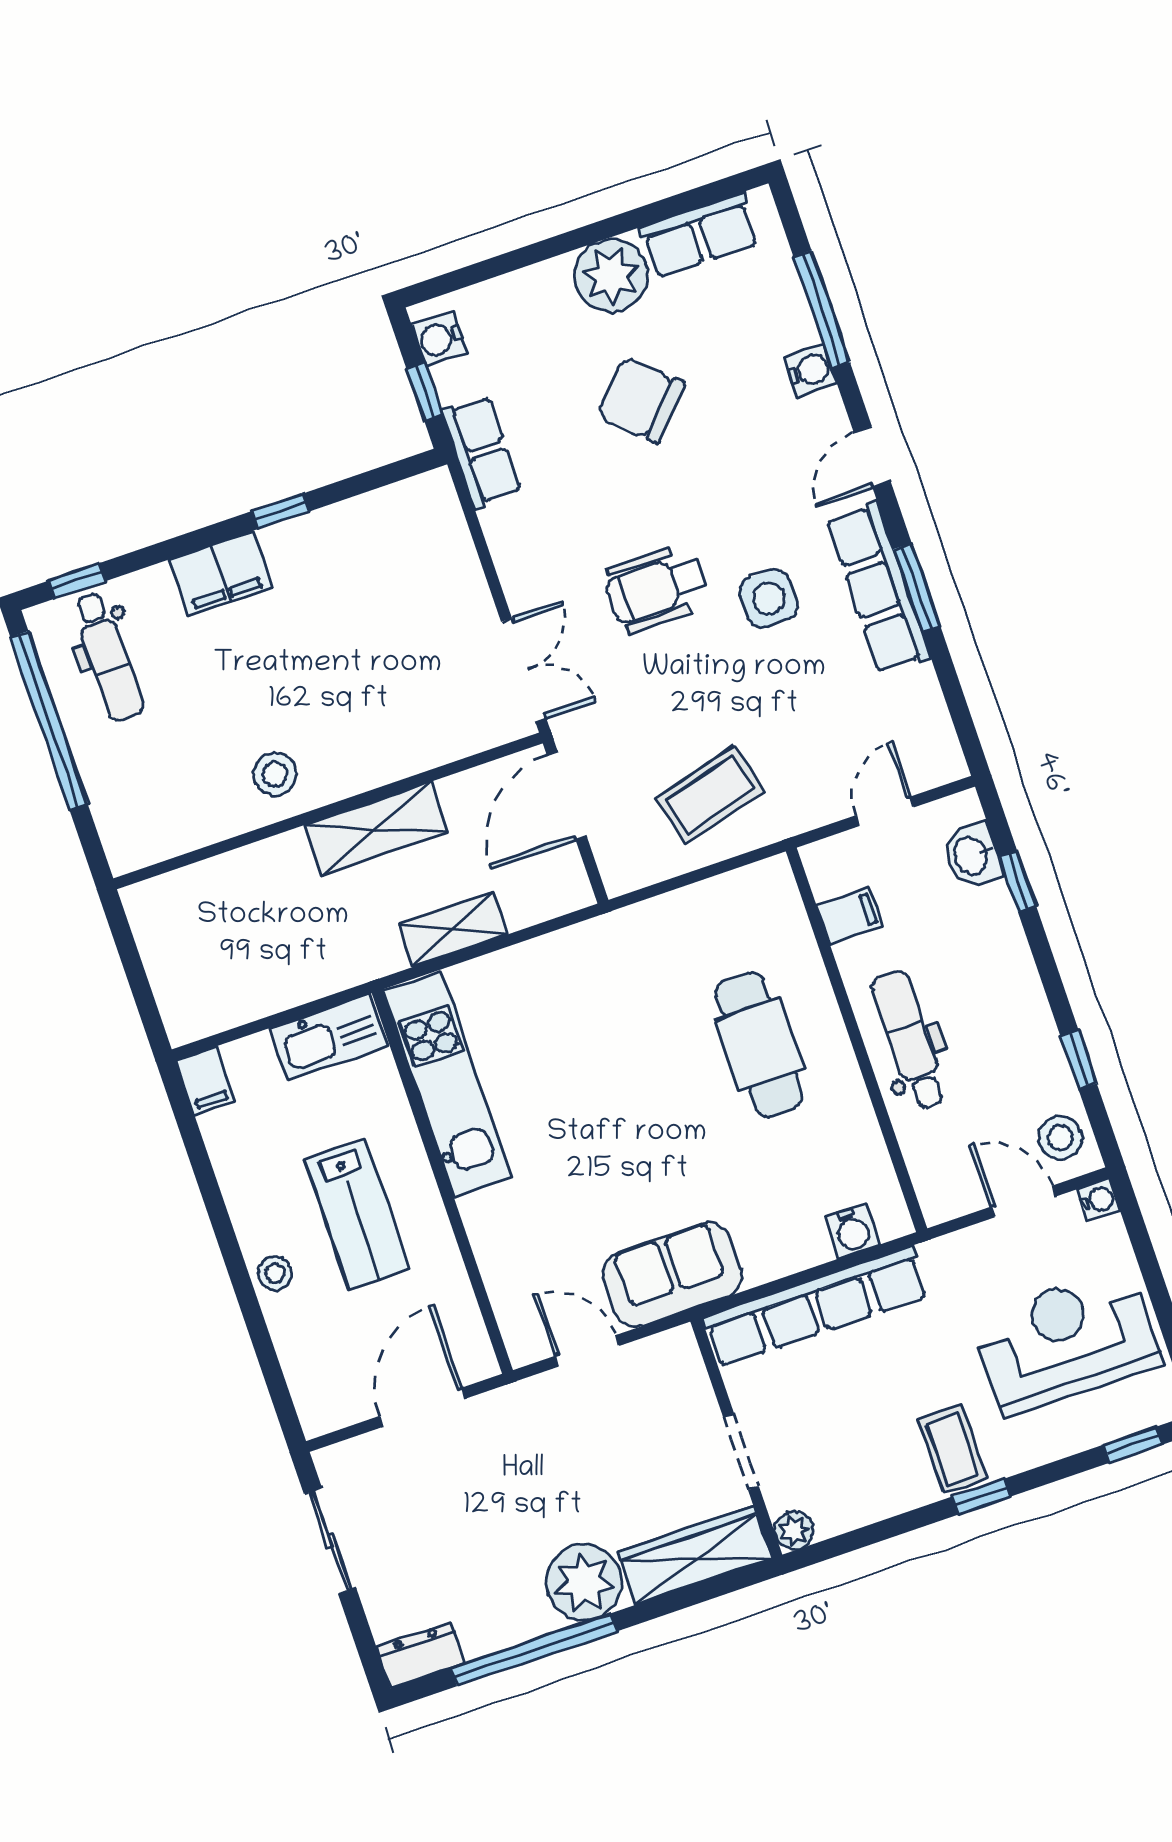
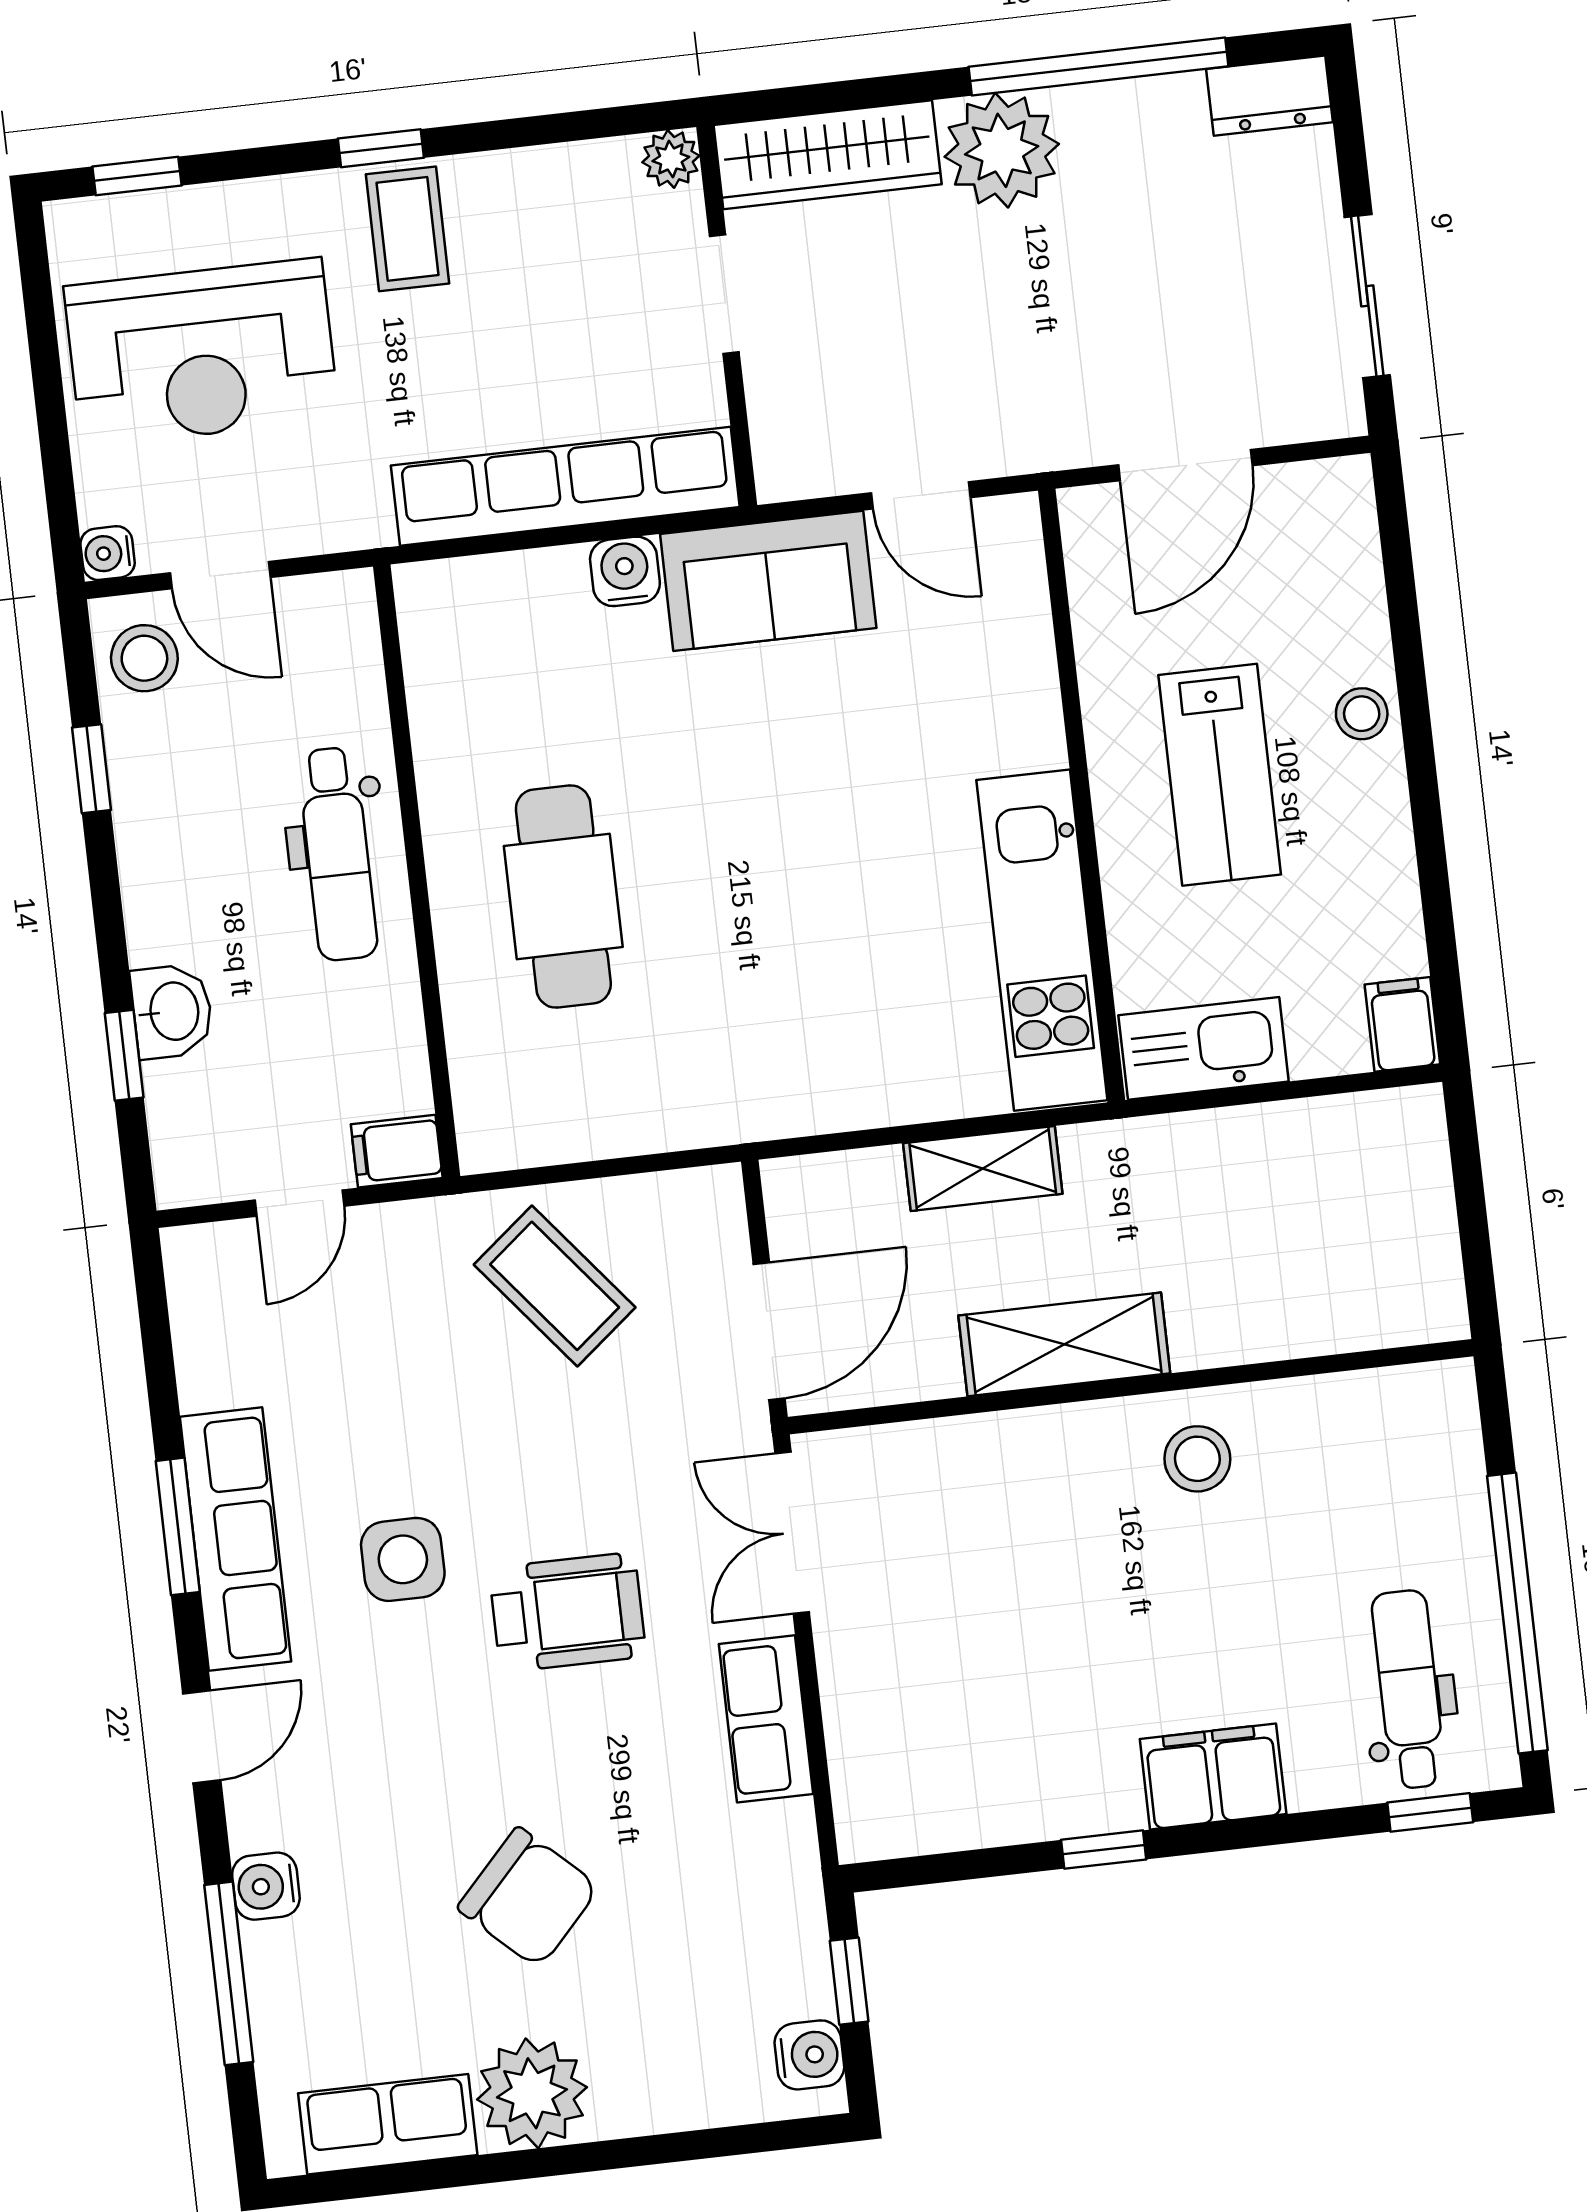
row of seats: (481, 452) -> (766, 1719), moved
coffee table: (710, 794) -> (555, 1286), turned 66
washbasin: (972, 855) -> (172, 1011), moved
filing cabinet: (849, 916) -> (397, 1151), moved
lab bench: (357, 1214) -> (1220, 775), turned 180
water cooler: (852, 1231) -> (625, 571), moved

